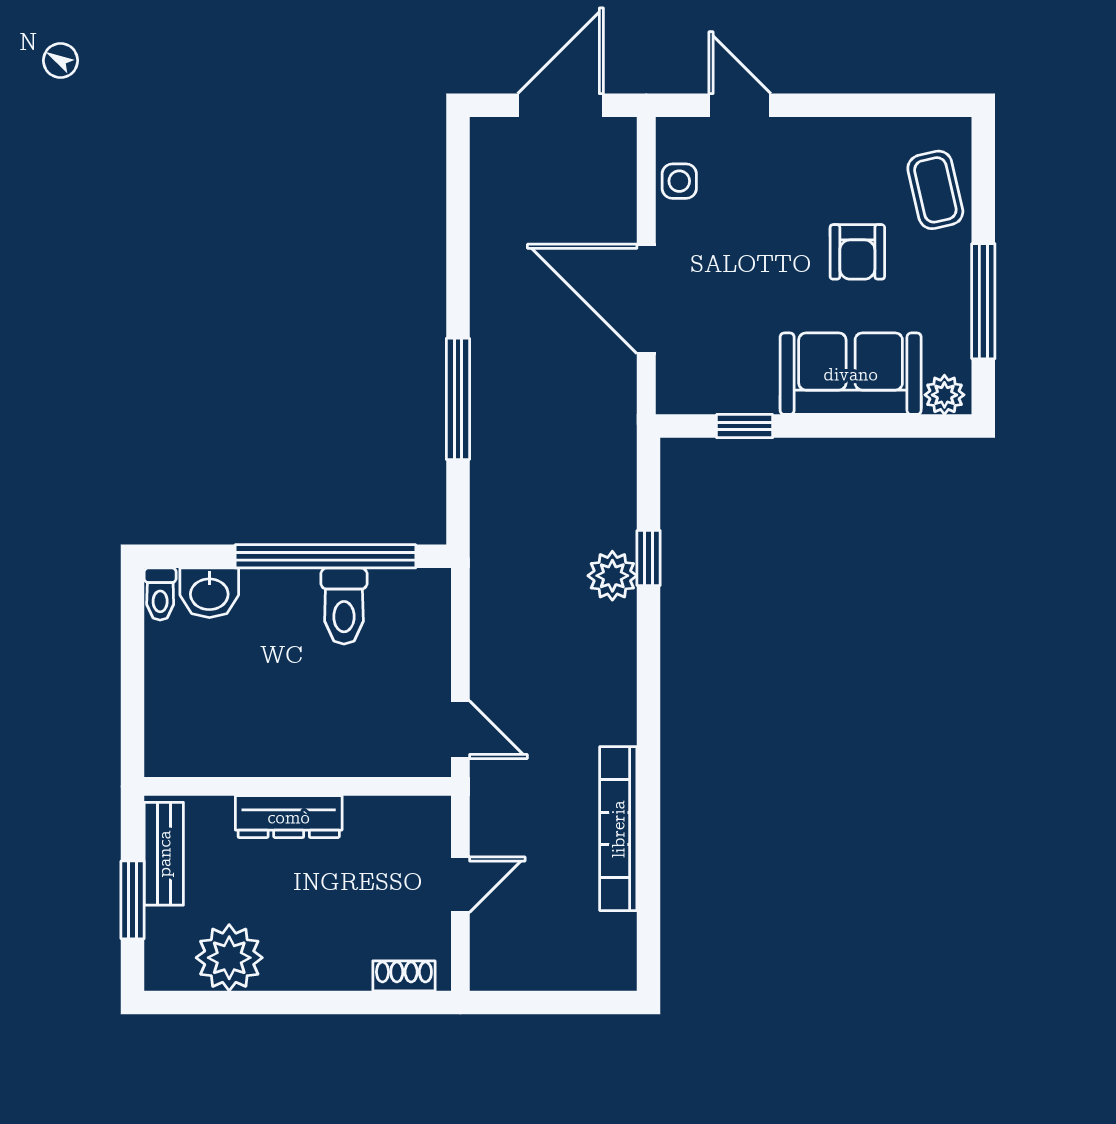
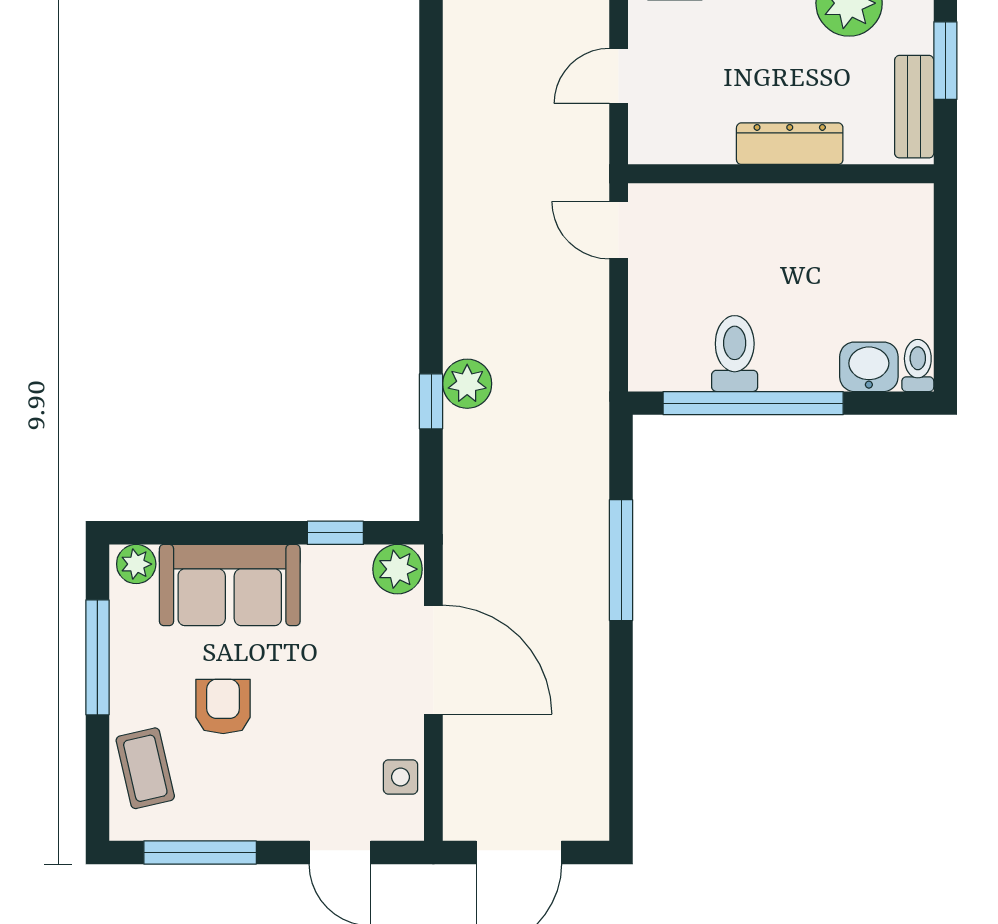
window: (880, 105) -> (200, 853), added
plant: (682, 390) -> (397, 569), added
bookcase: (618, 829) -> (461, 132), removed

